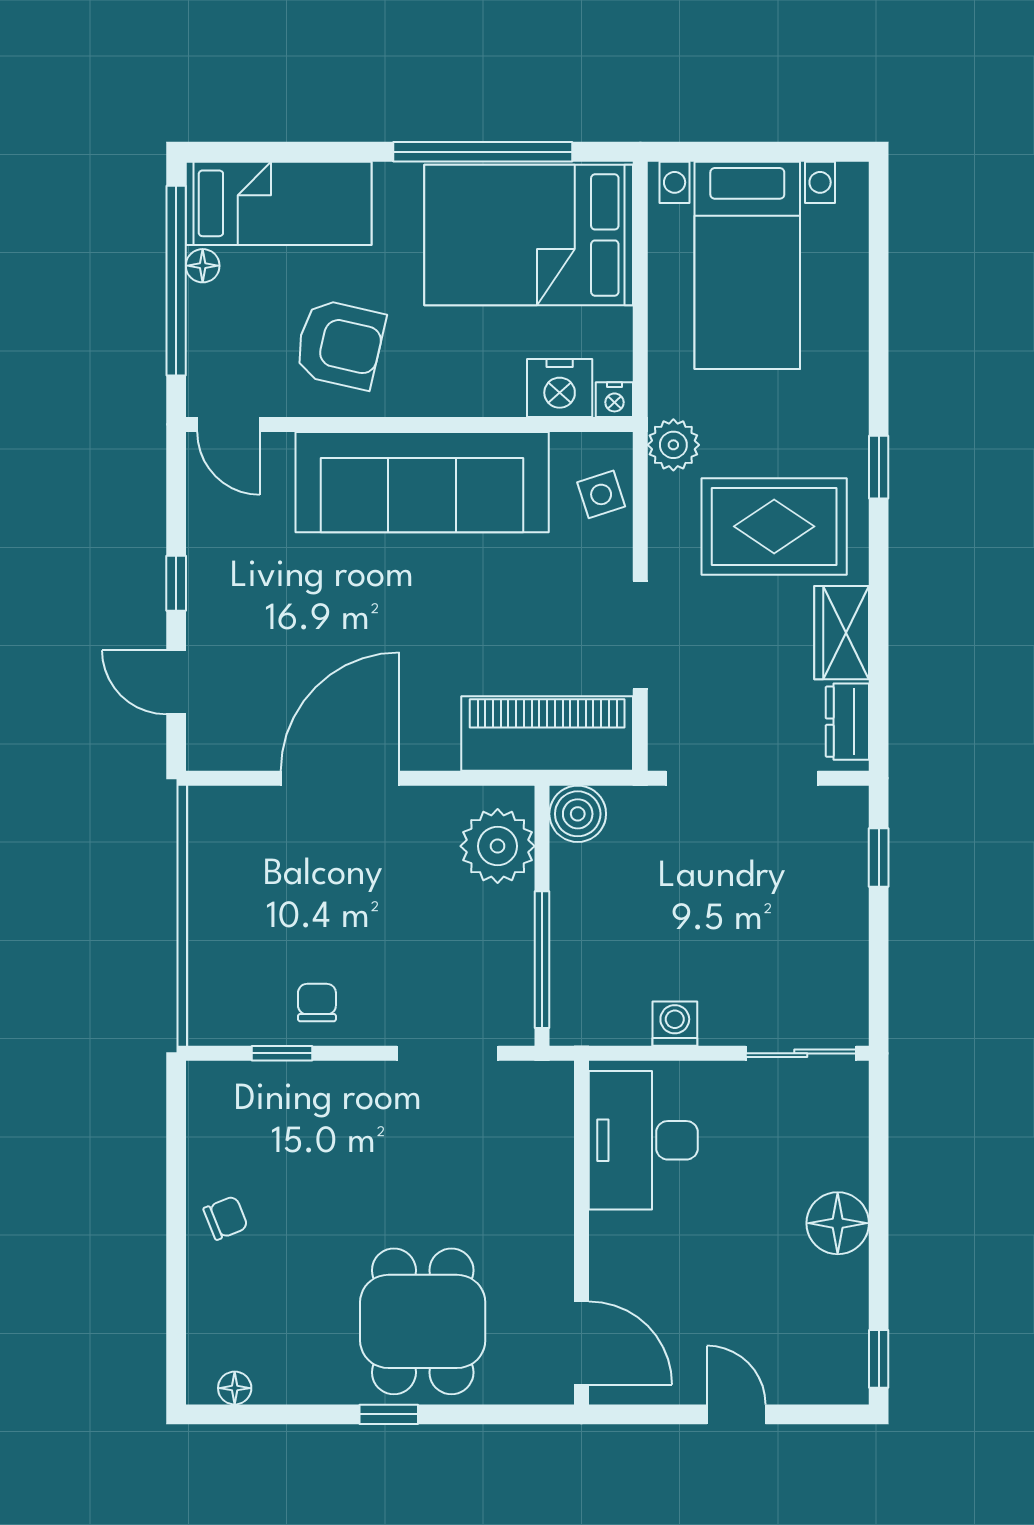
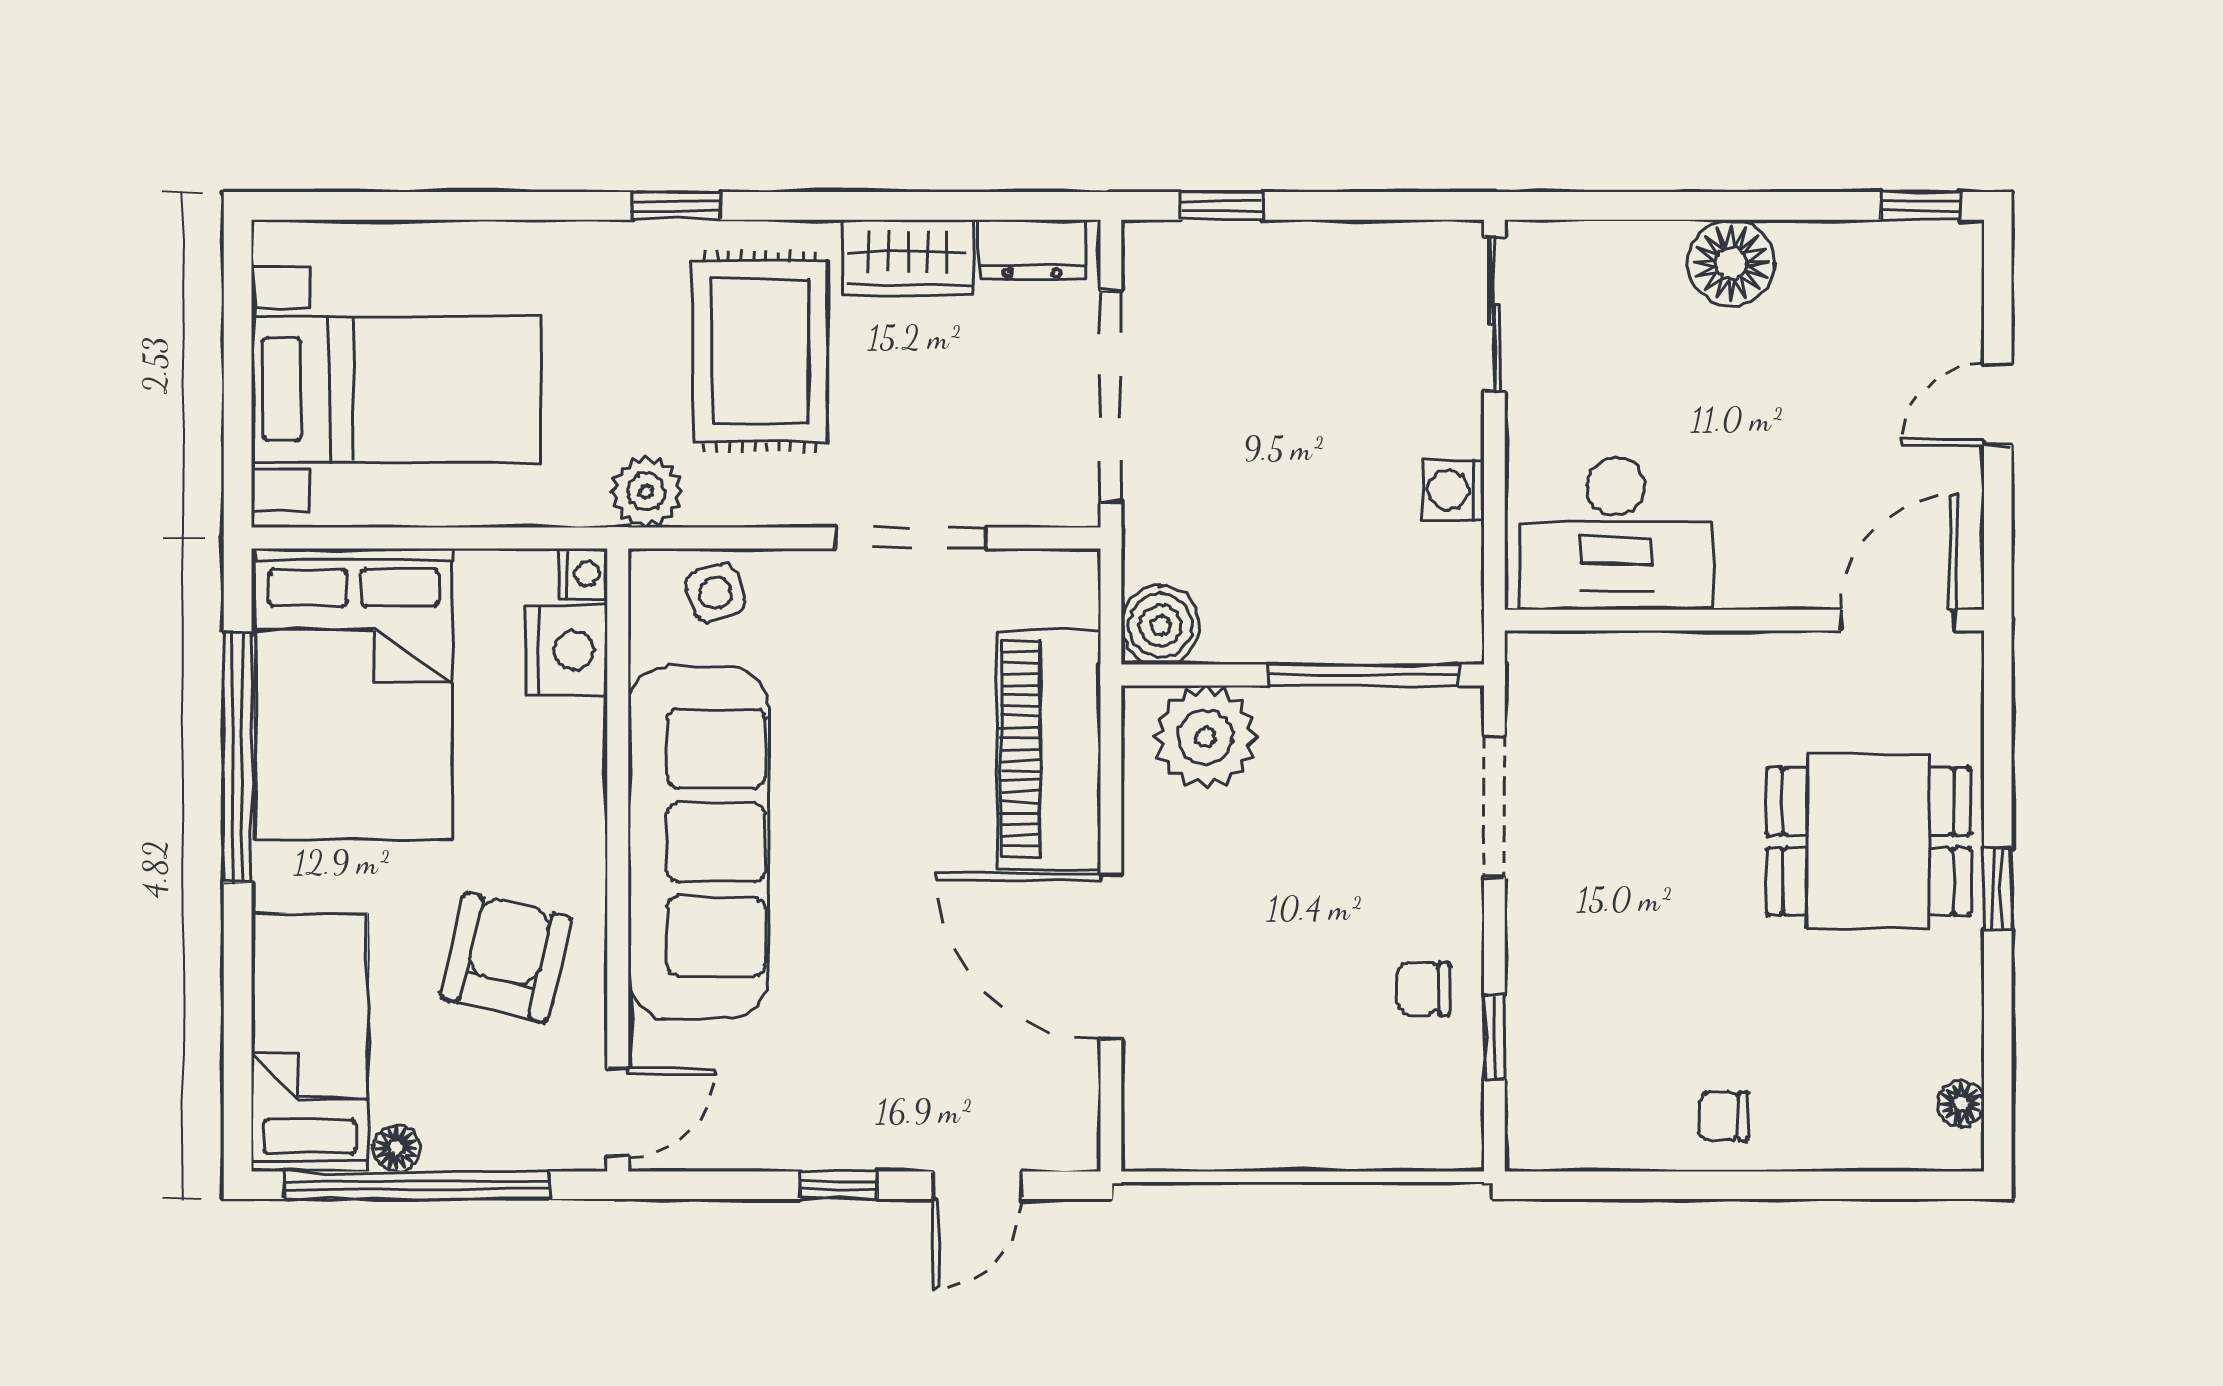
piano: (547, 734) -> (1049, 749), moved
chair: (226, 1218) -> (1724, 1116), turned -68

